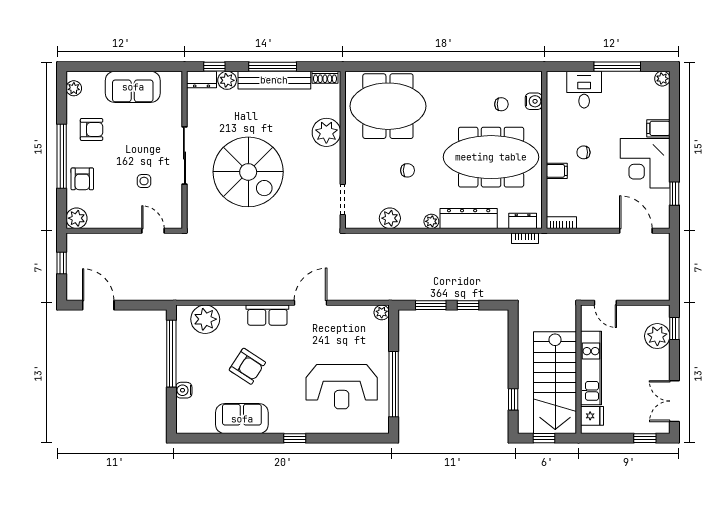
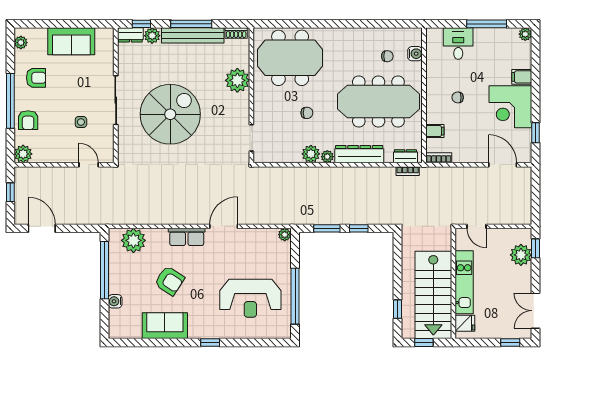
filing cabinet: (557, 171) -> (435, 131), moved
spiral stairs: (248, 172) -> (170, 114), turned -90
plant: (390, 218) -> (311, 154), moved

